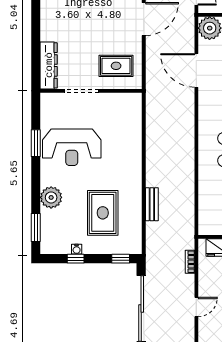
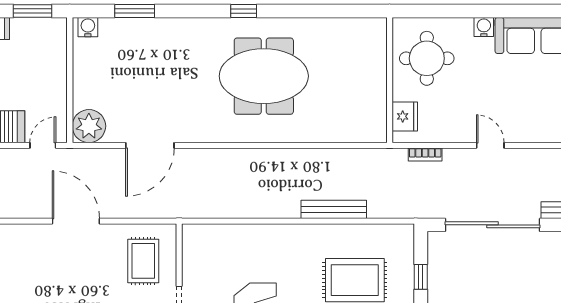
bench: (152, 204) -> (334, 209), width x1.36
window: (121, 259) -> (421, 277), moved

